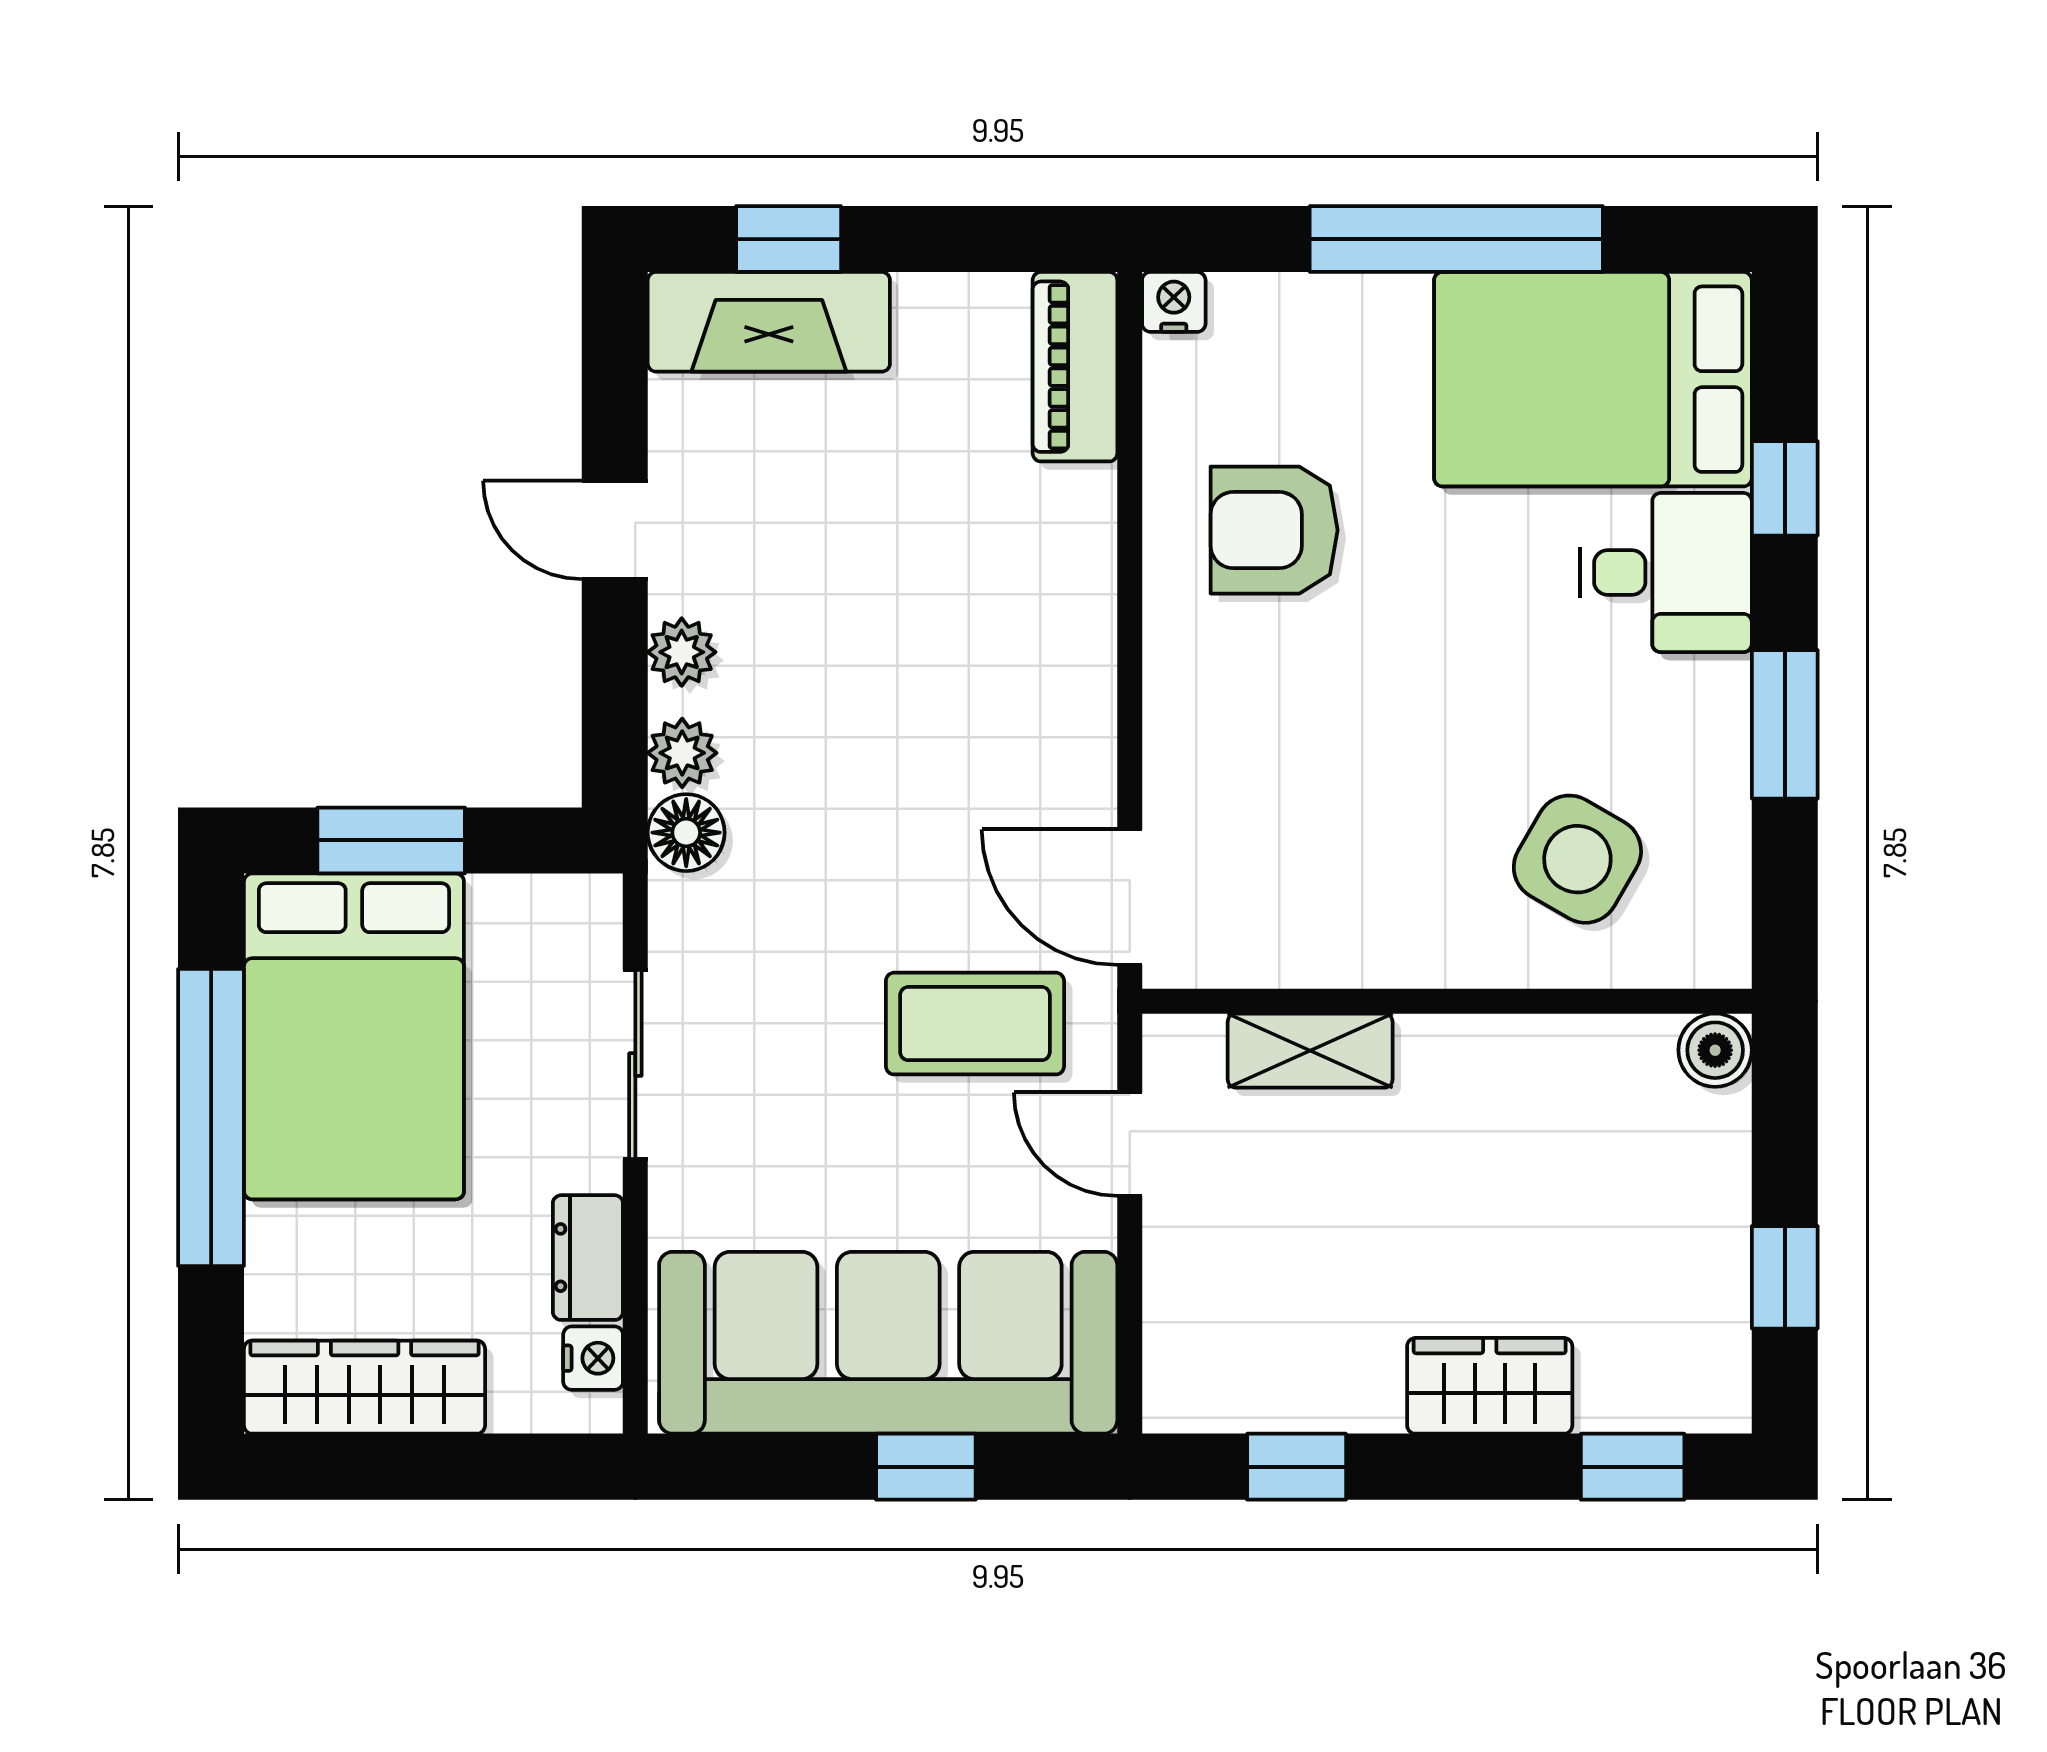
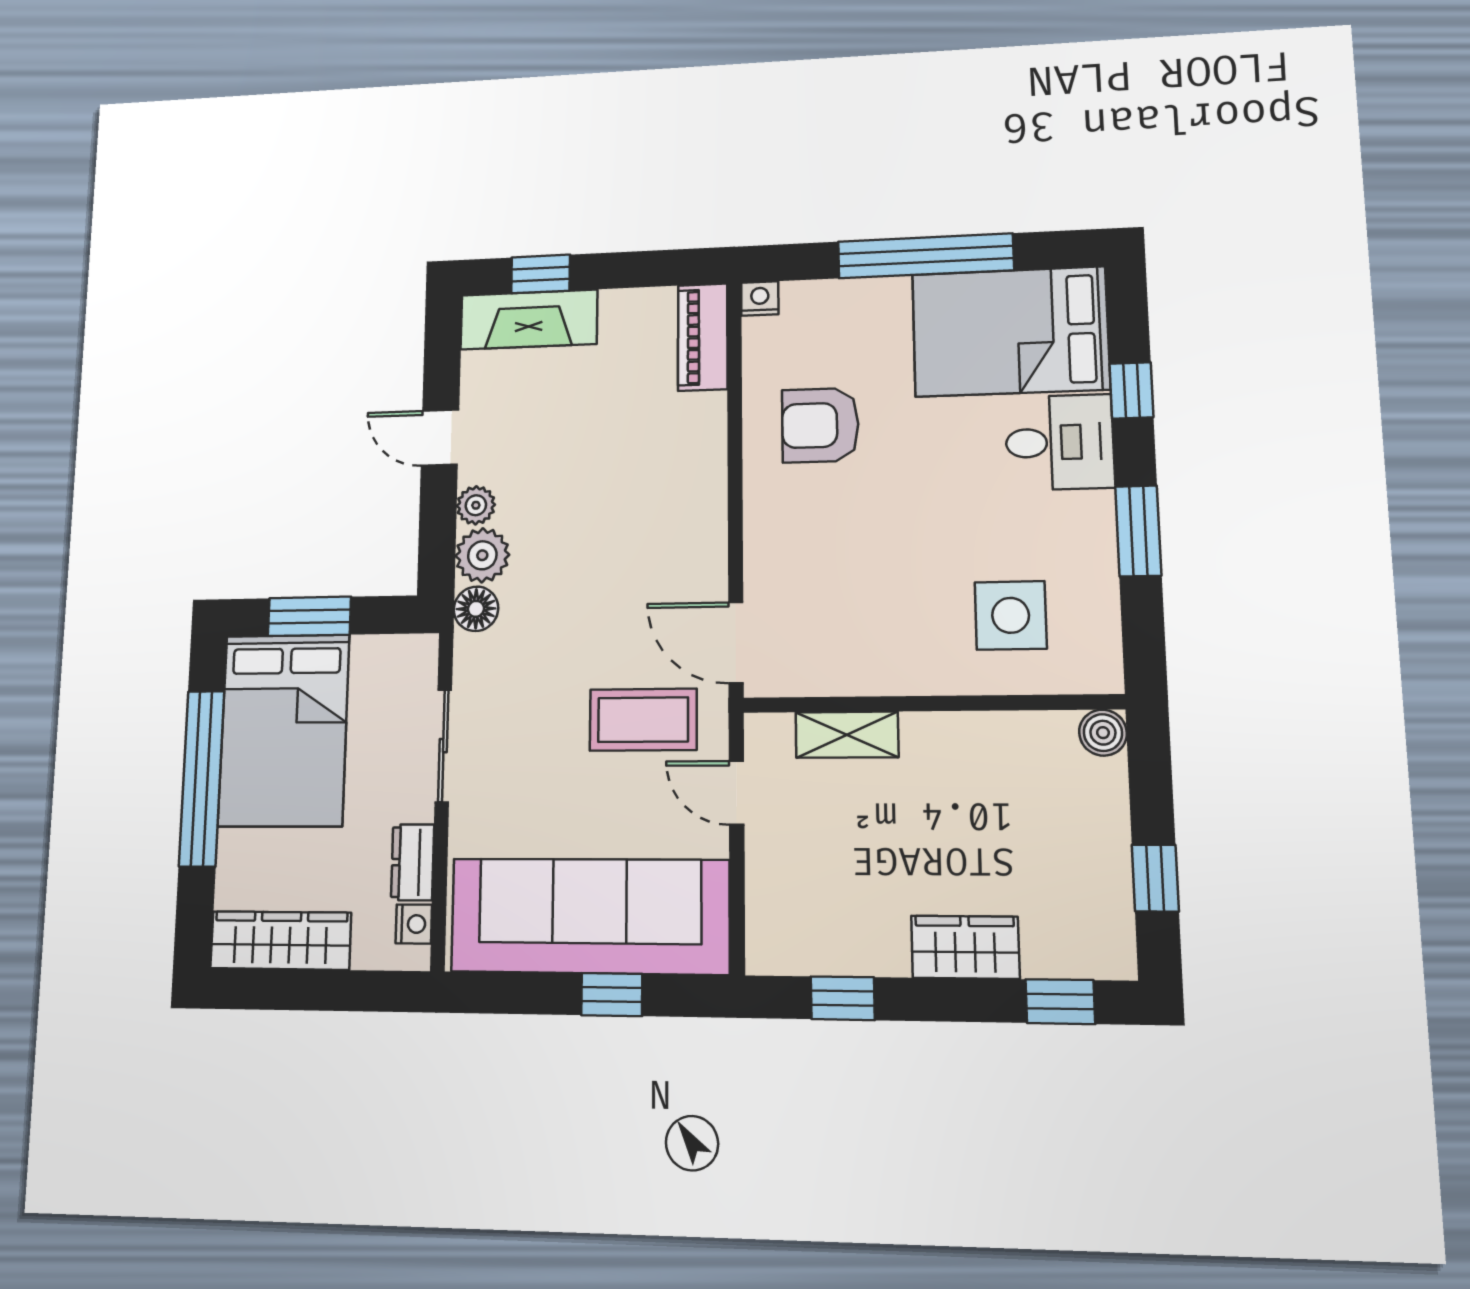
plant: (682, 753) -> (482, 555), width x1.38, depth x1.38
side table: (1577, 859) -> (1011, 615), turned -30

